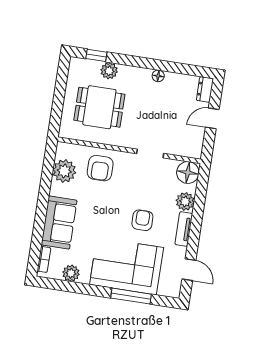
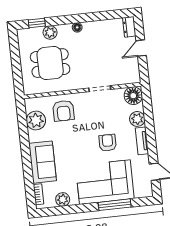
floor lamp: (158, 76) -> (77, 27), moved

